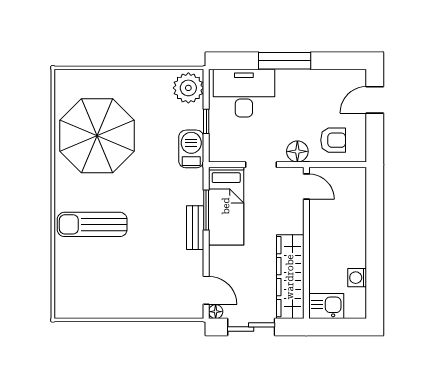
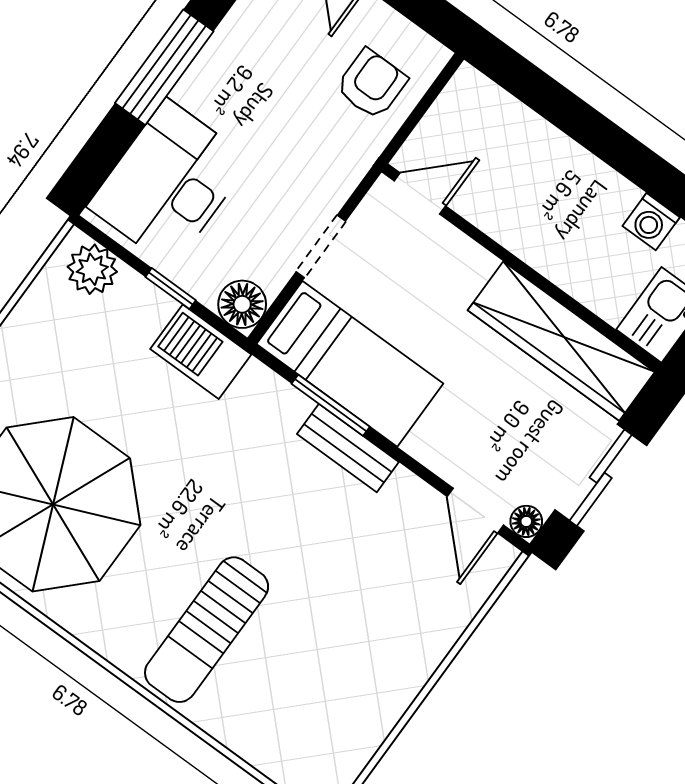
plant: (188, 88) -> (92, 269), width x0.73, depth x0.73
floor lamp: (297, 151) -> (242, 304), moved
door: (206, 290) -> (475, 511), swing flipped

